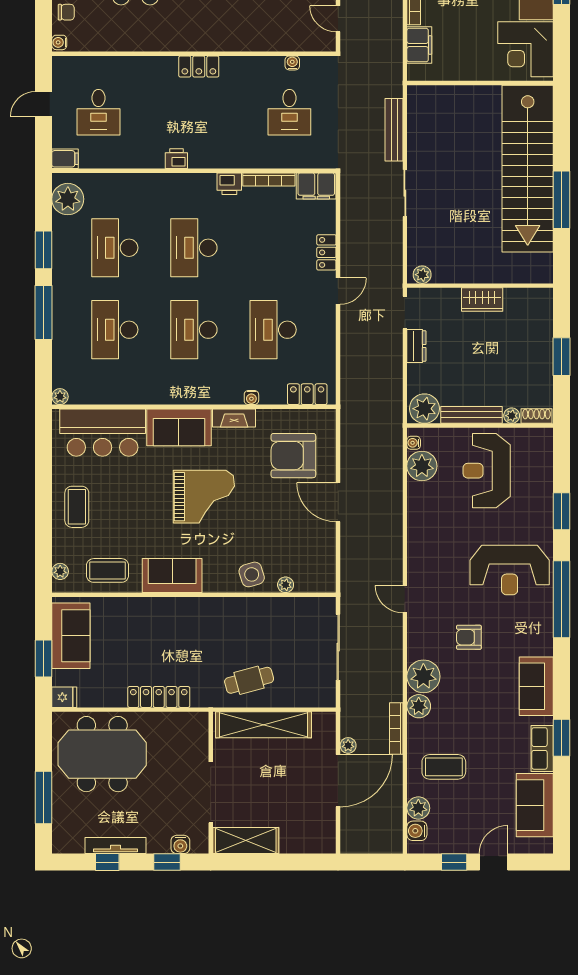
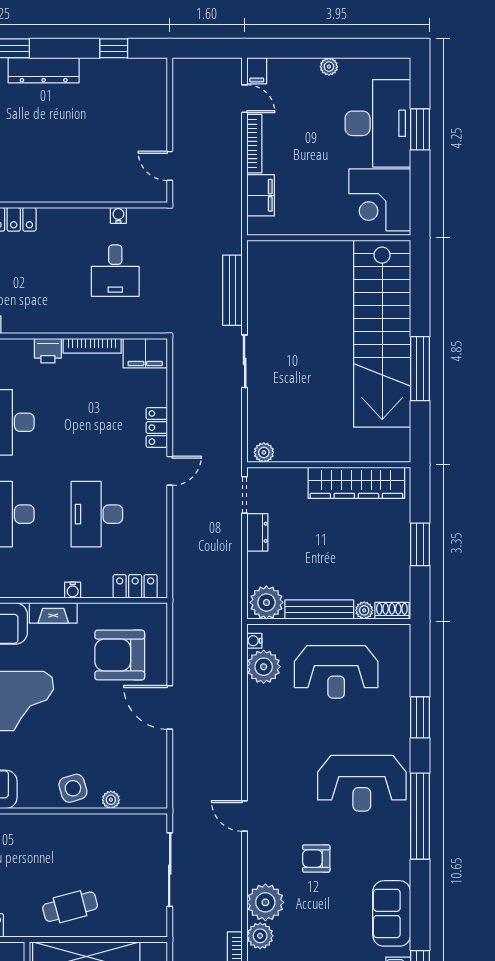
wardrobe: (482, 300) -> (356, 483), width x2.10, depth x1.17
reception desk: (487, 471) -> (336, 672), turned -90

